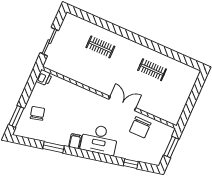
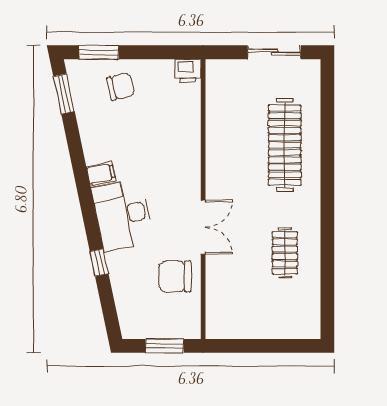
sliding door: (49, 42) -> (274, 52), moved
clothes rail: (100, 47) -> (285, 145), width x1.86, depth x1.31
window: (53, 147) -> (64, 94), moved
window: (131, 164) -> (99, 262), moved

